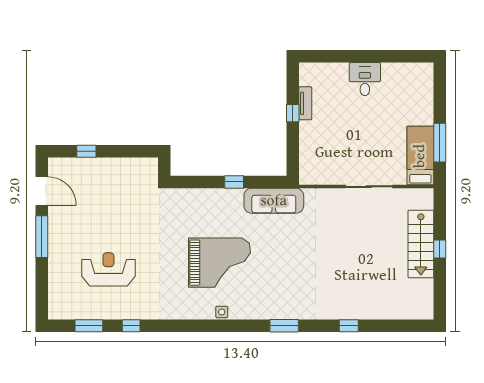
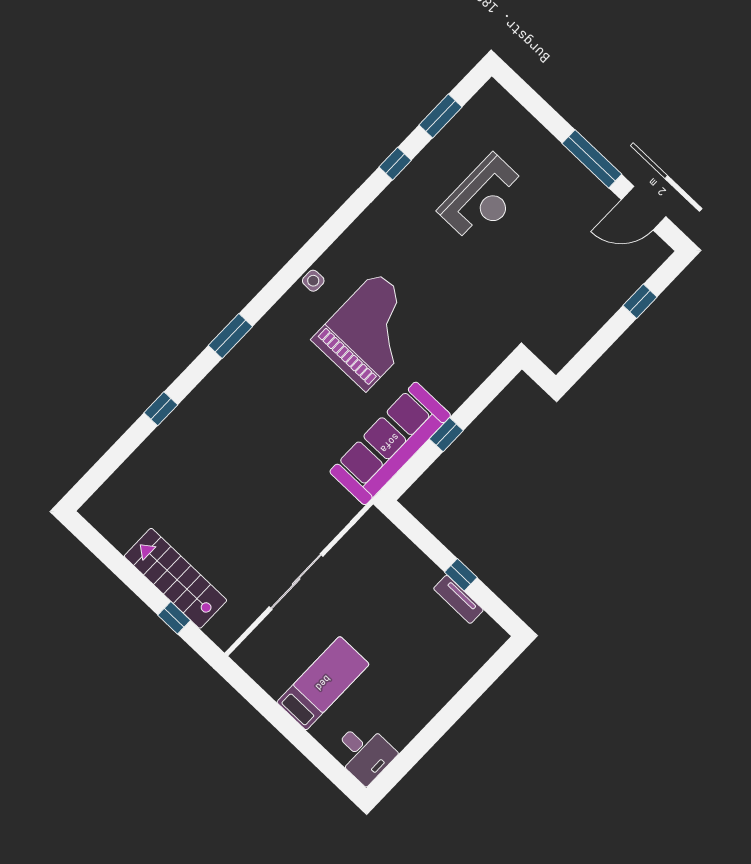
desk: (365, 79) -> (364, 753), moved
window: (440, 143) -> (269, 709), removed
bed: (420, 156) -> (323, 683), moved, turned -90
sofa: (274, 201) -> (390, 443), width x1.36, depth x1.27
window: (440, 249) -> (174, 618), moved
grand piano: (220, 263) -> (371, 331), turned 180

